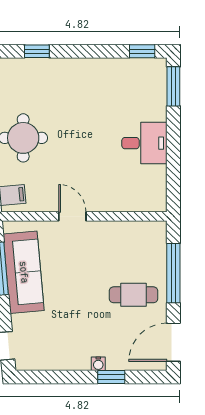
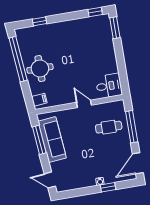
desk: (144, 143) -> (109, 86), moved
door: (72, 216) -> (84, 104), moved
cafe table: (134, 295) -> (109, 127), moved

